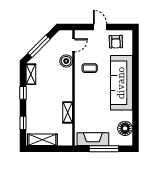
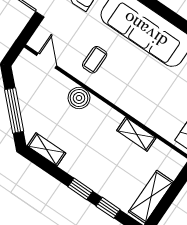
boiler: (66, 61) -> (79, 98), moved
window: (23, 93) -> (80, 189), moved

